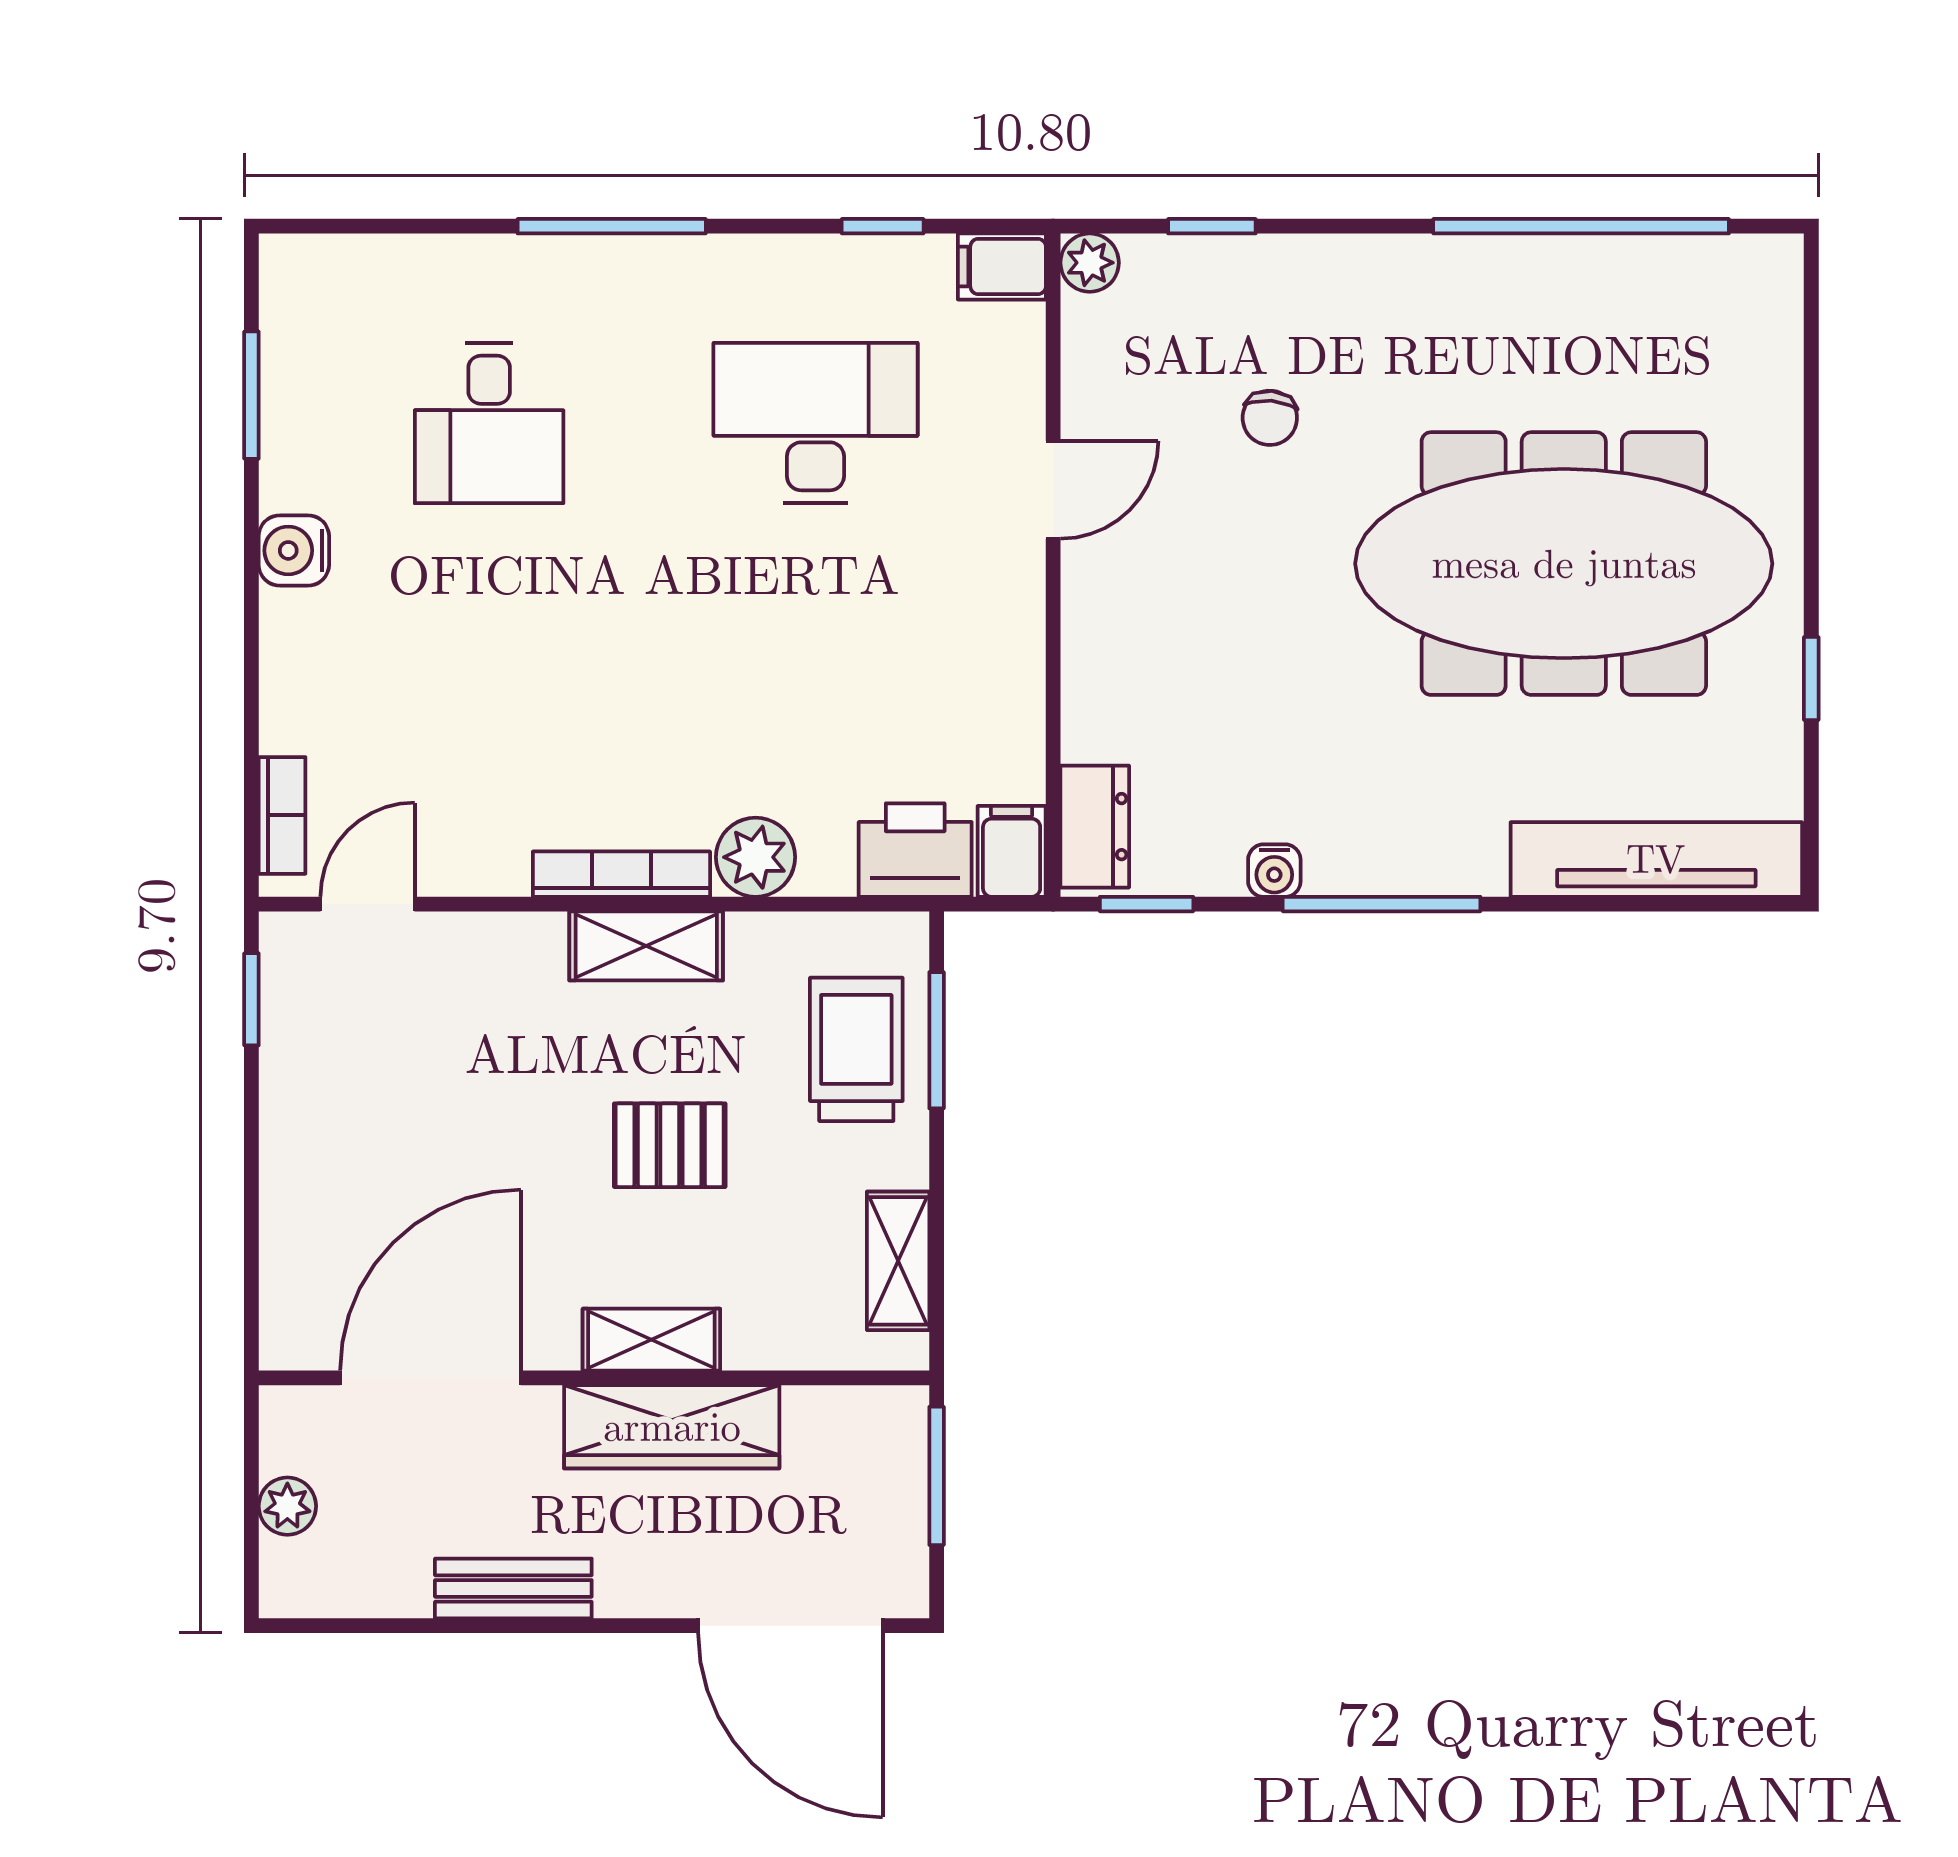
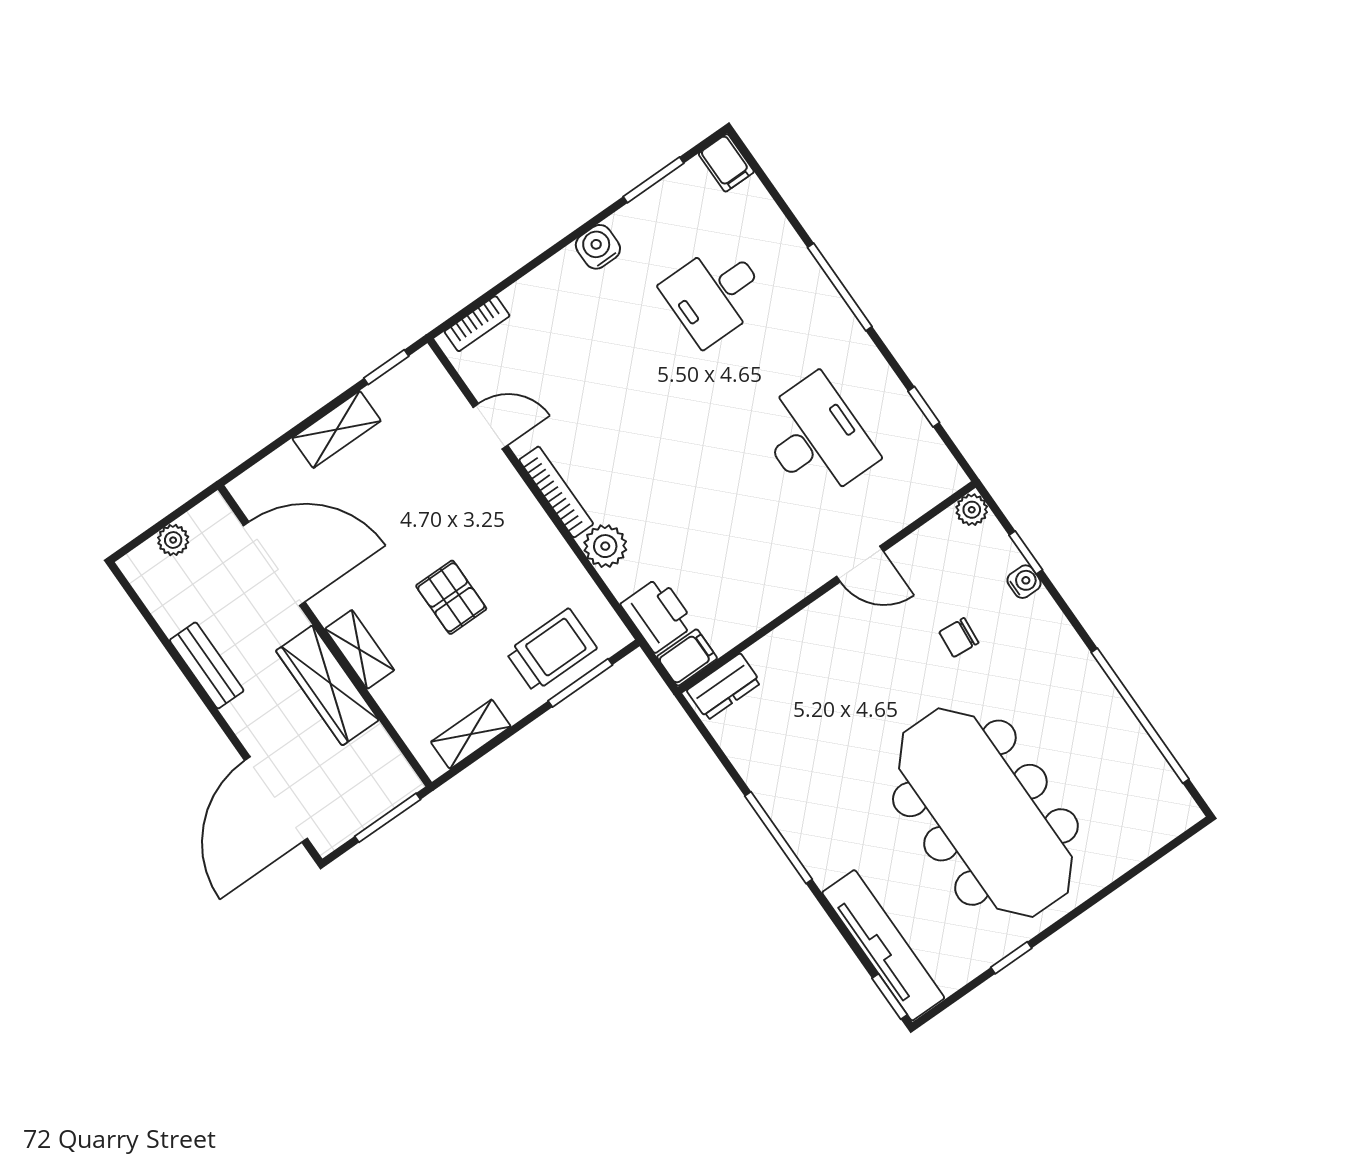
filing cabinet: (1002, 267) -> (726, 163), moved, turned 180
water cooler: (1274, 871) -> (1024, 582), moved, turned 180
door: (367, 904) -> (490, 426), moved
window: (1147, 904) -> (890, 996), moved
shelving: (646, 946) -> (336, 429), moved, turned 90

